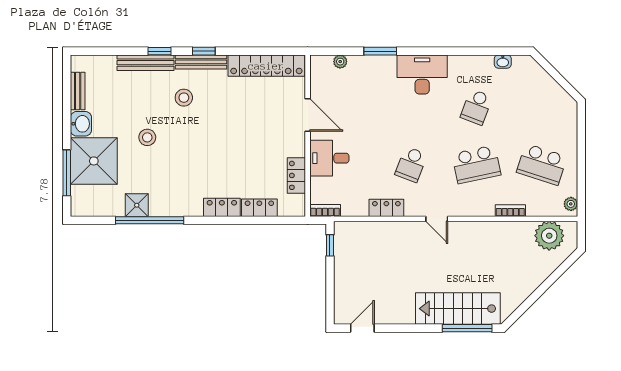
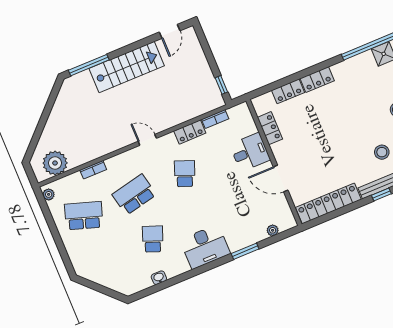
washbasin: (503, 62) -> (159, 278), moved
bookcase: (325, 211) -> (215, 119), moved
stairs: (458, 309) -> (127, 67), moved

